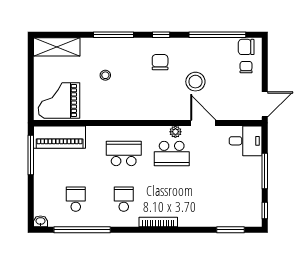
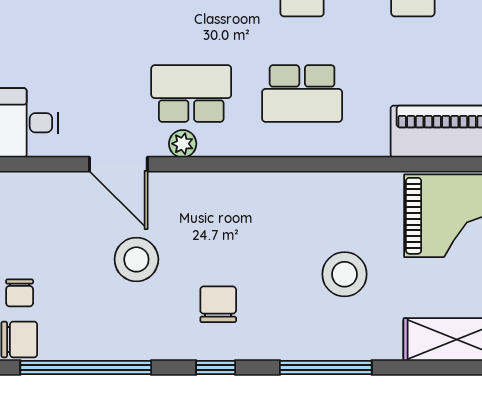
chair: (160, 62) -> (218, 304), turned 180
stool: (105, 75) -> (345, 274), width x1.89, depth x1.89

